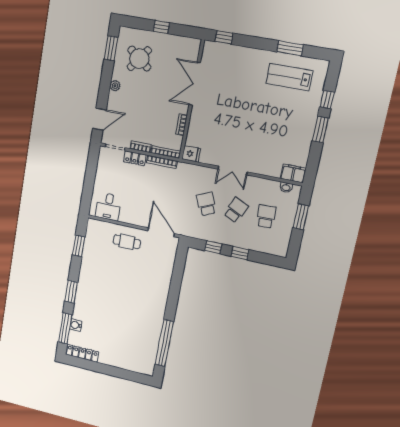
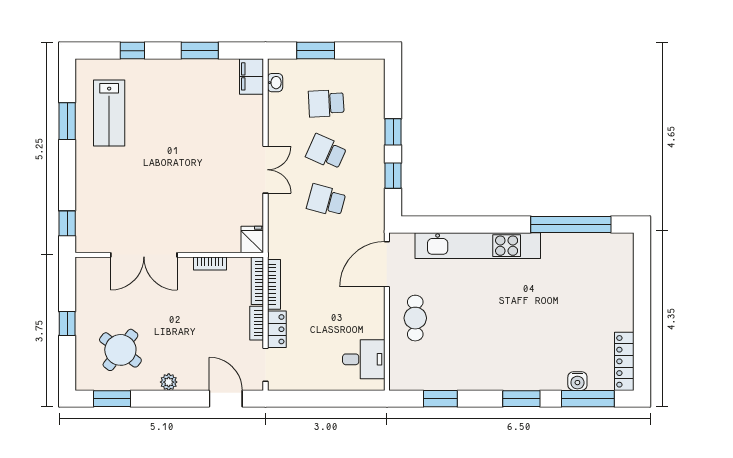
window: (320, 130) -> (200, 51), moved
school desk: (206, 204) -> (326, 200), turned 39
kitchen unit: (162, 287) -> (478, 246), added

